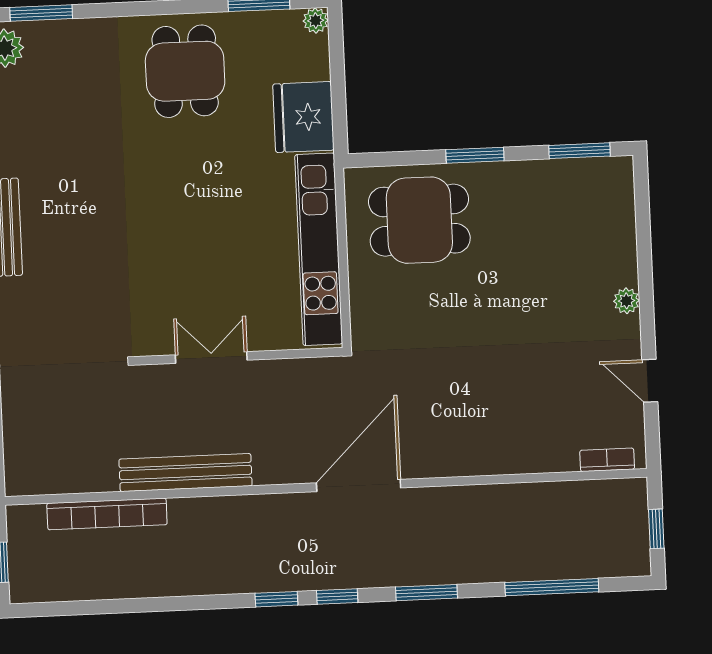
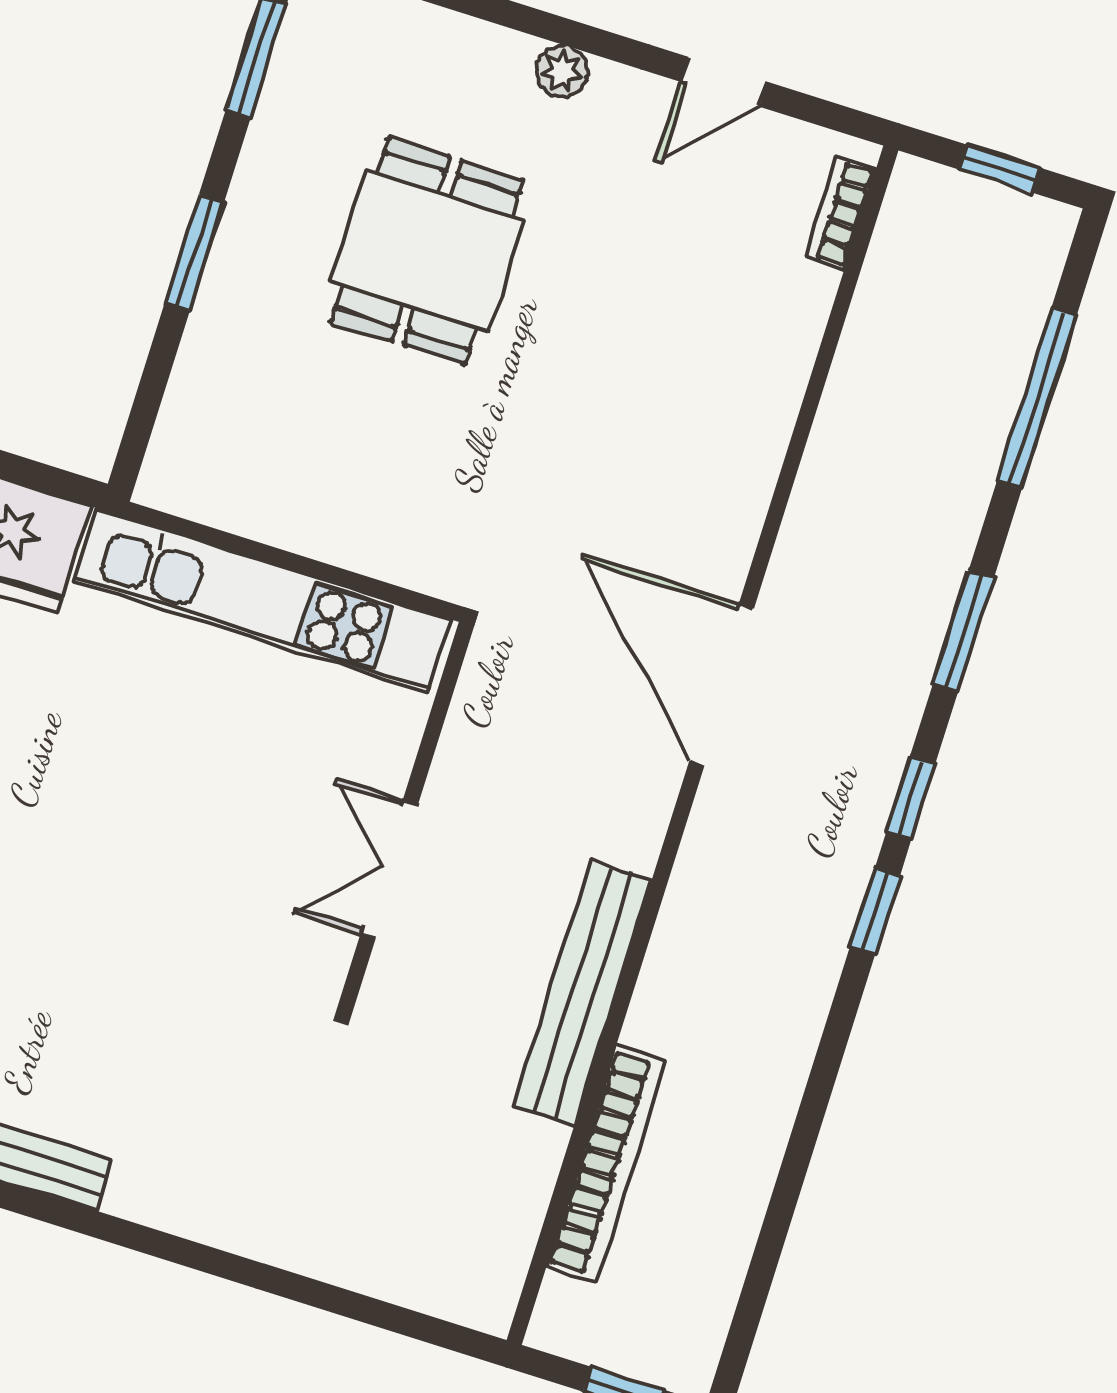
dining table: (419, 220) -> (427, 251), moved

